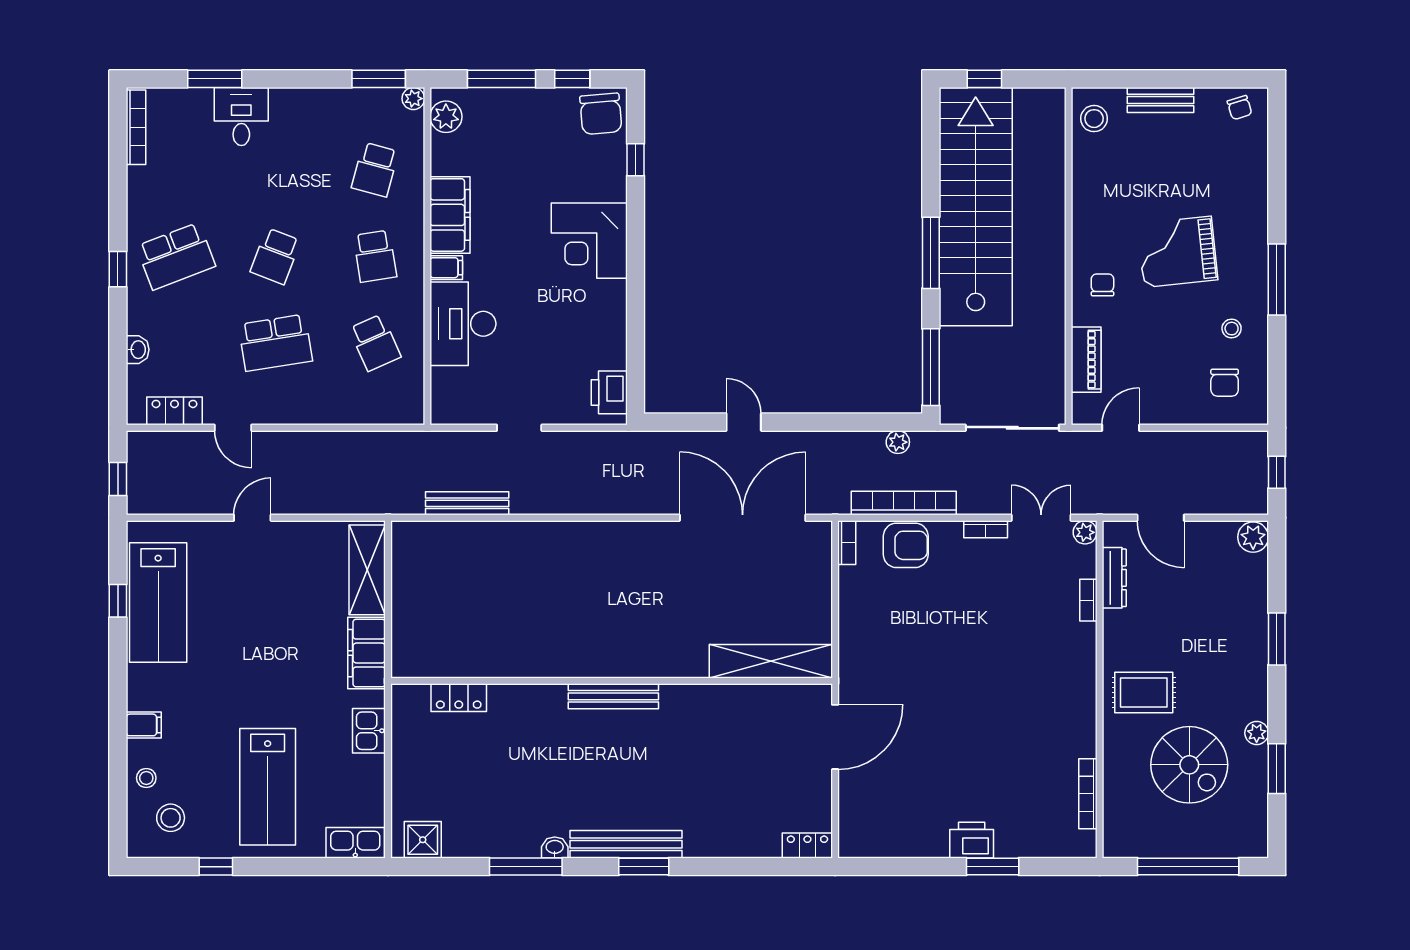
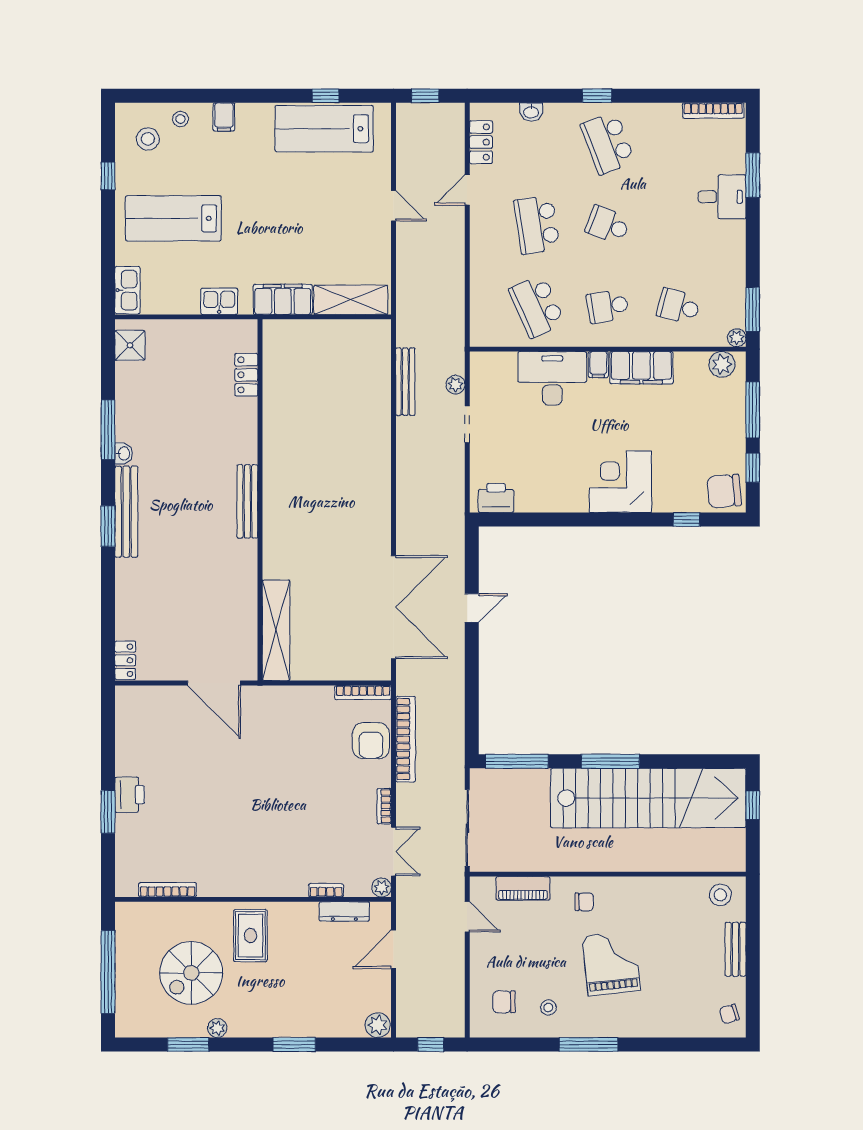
school desk: (375, 343) -> (537, 306), width x1.85
plant: (898, 442) -> (455, 385), moved
bookcase: (847, 543) -> (363, 692), width x1.56

